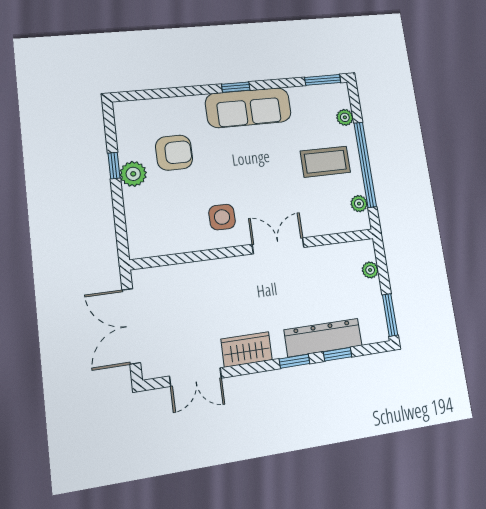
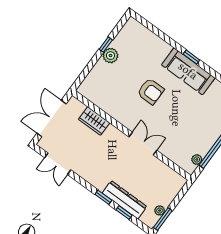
armchair: (174, 153) -> (151, 91), moved
coffee table: (325, 162) -> (200, 127), removed
side table: (222, 217) -> (131, 109), removed
plant: (370, 270) -> (160, 211), moved
wardrobe: (247, 349) -> (94, 121), moved, turned 180

